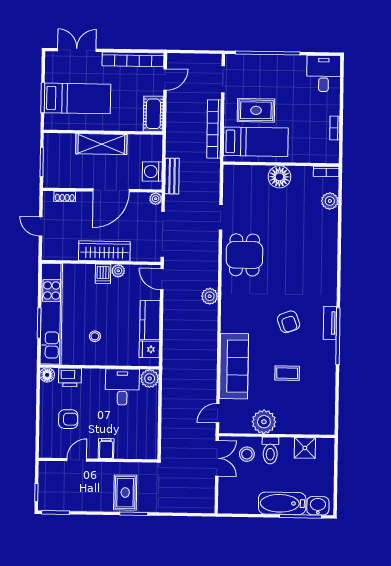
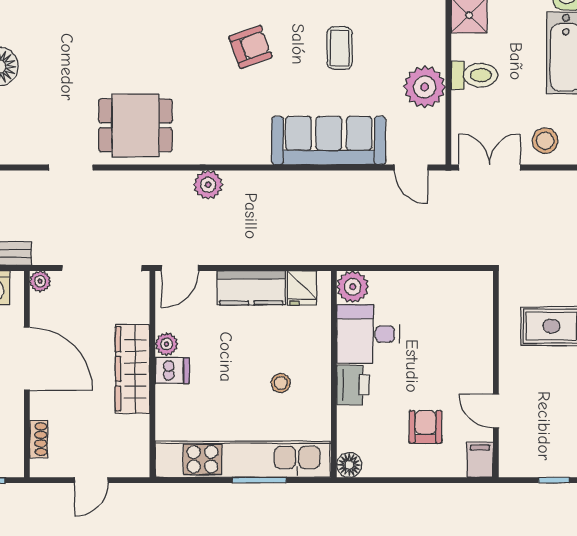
printer: (70, 377) -> (353, 385), moved
filing cabinet: (106, 449) -> (480, 460), moved, turned 90
stool: (247, 454) -> (545, 141), moved

